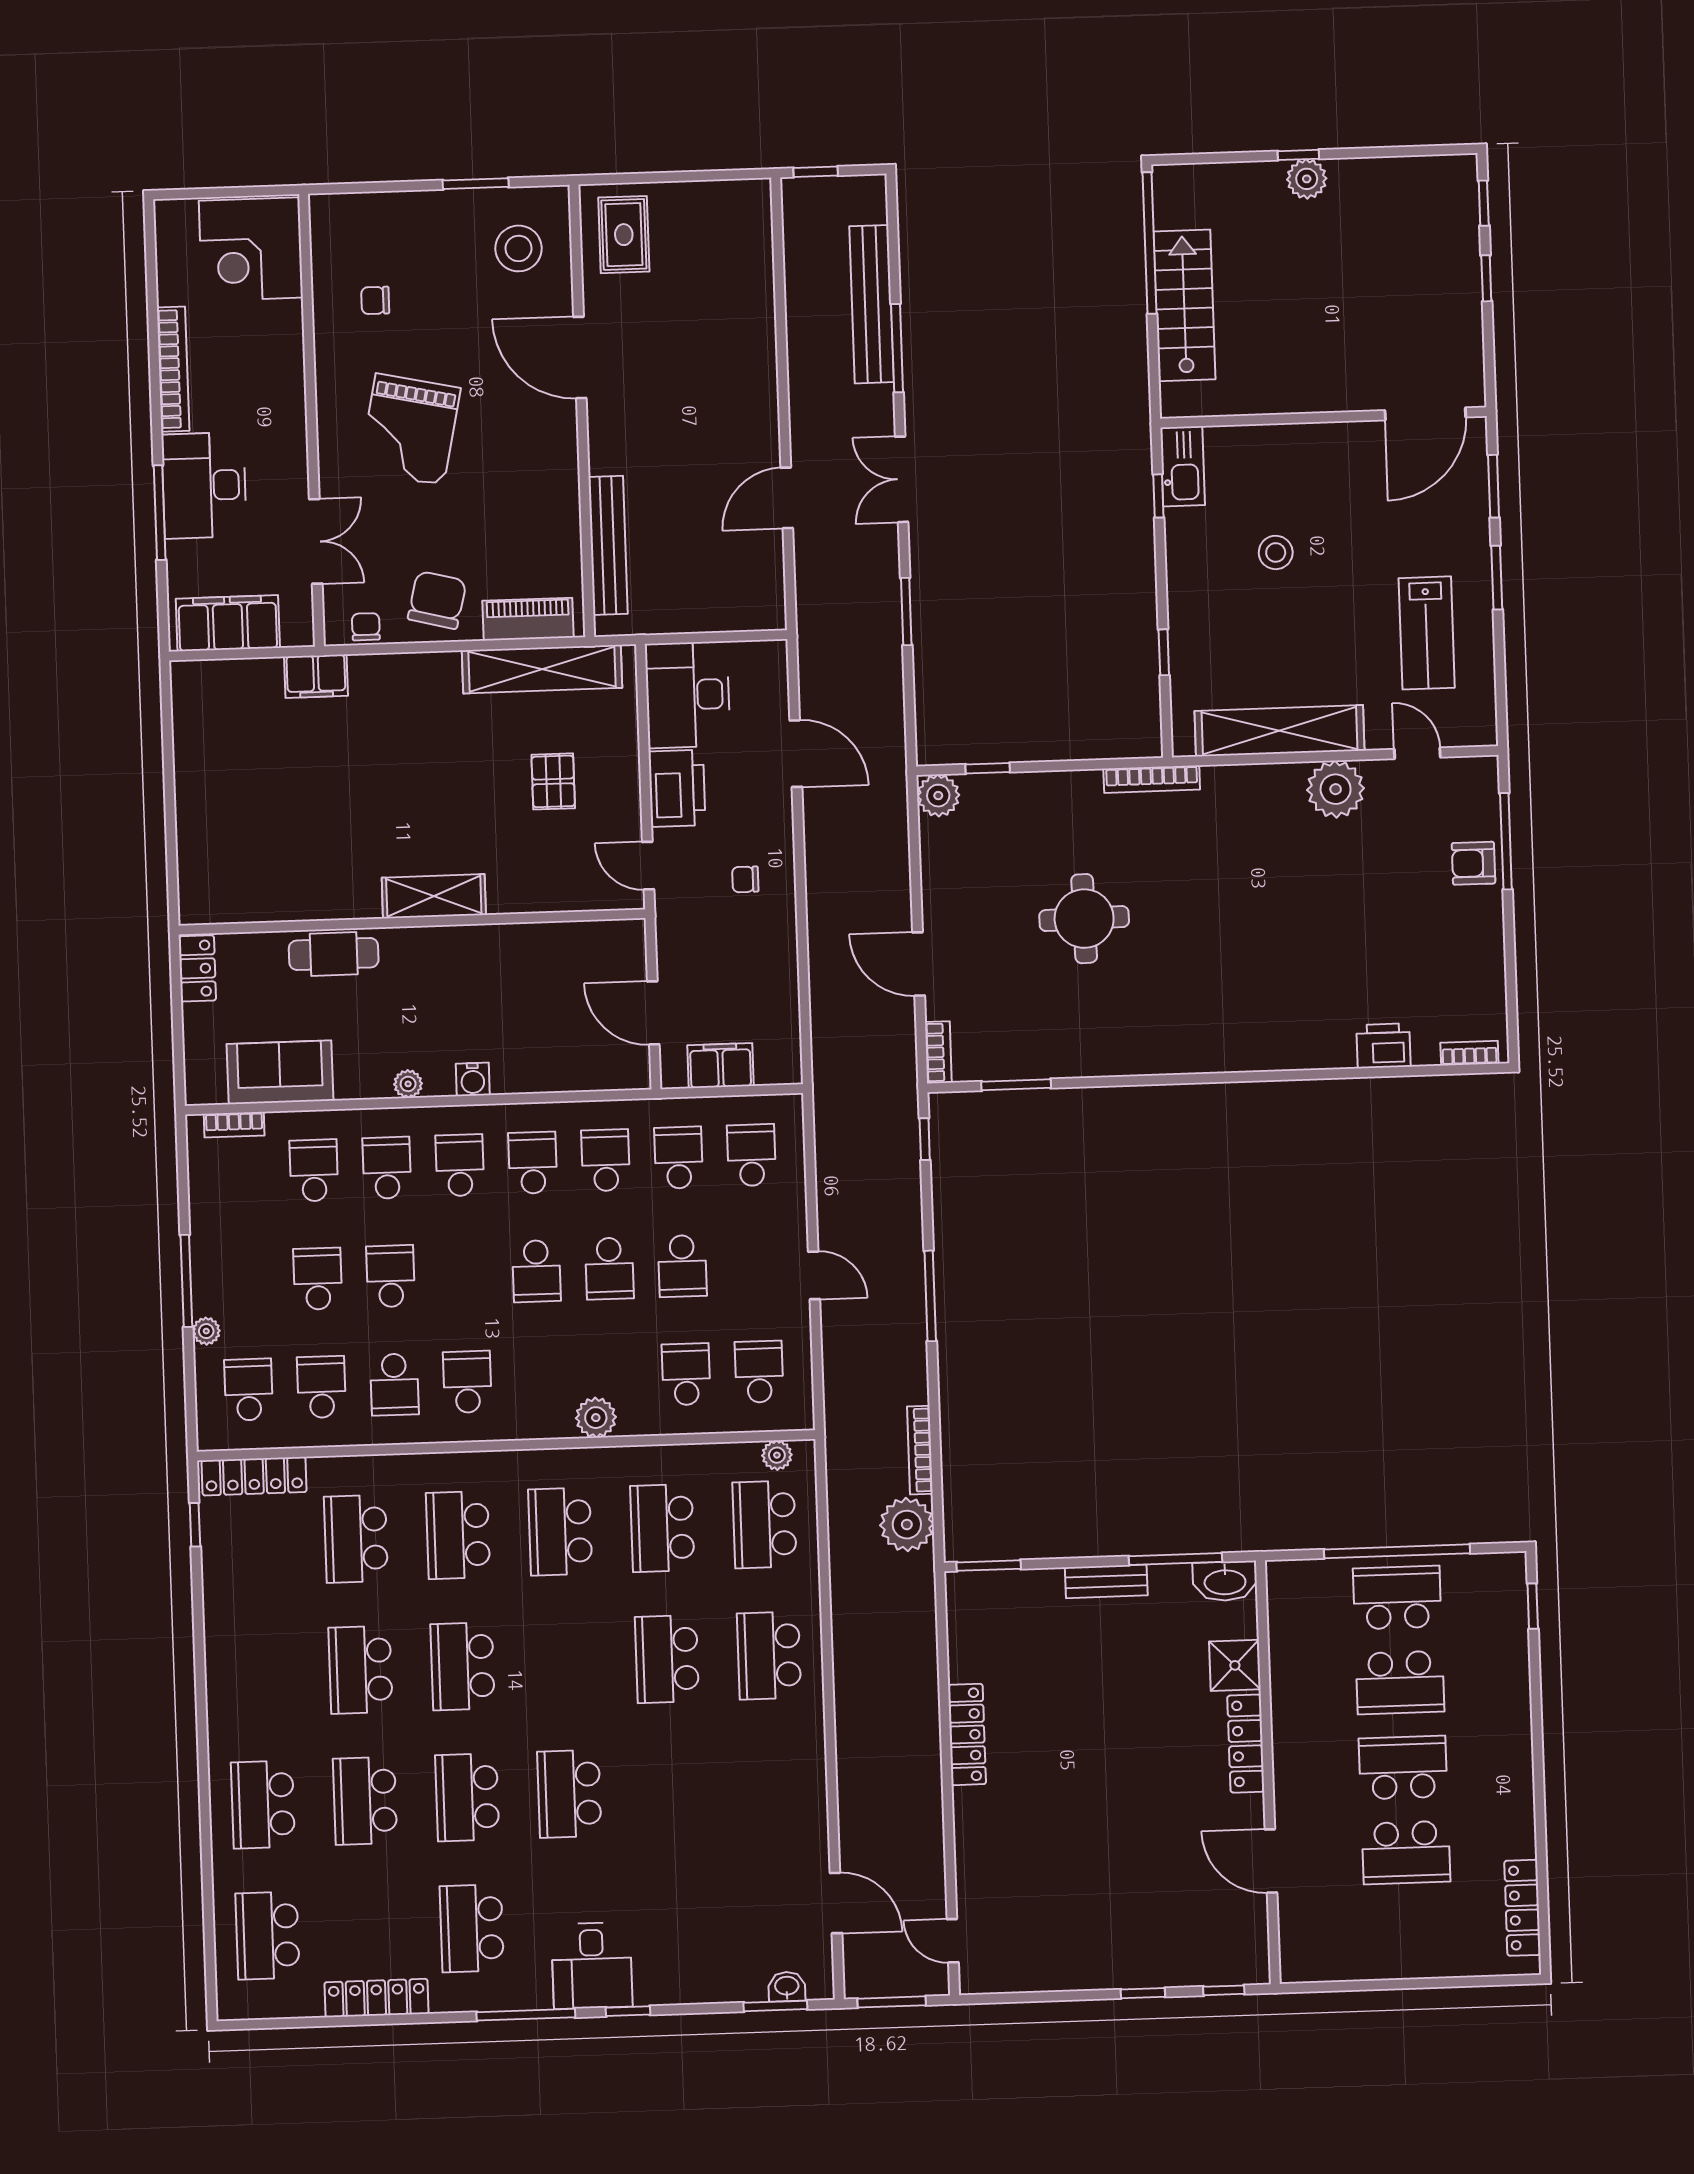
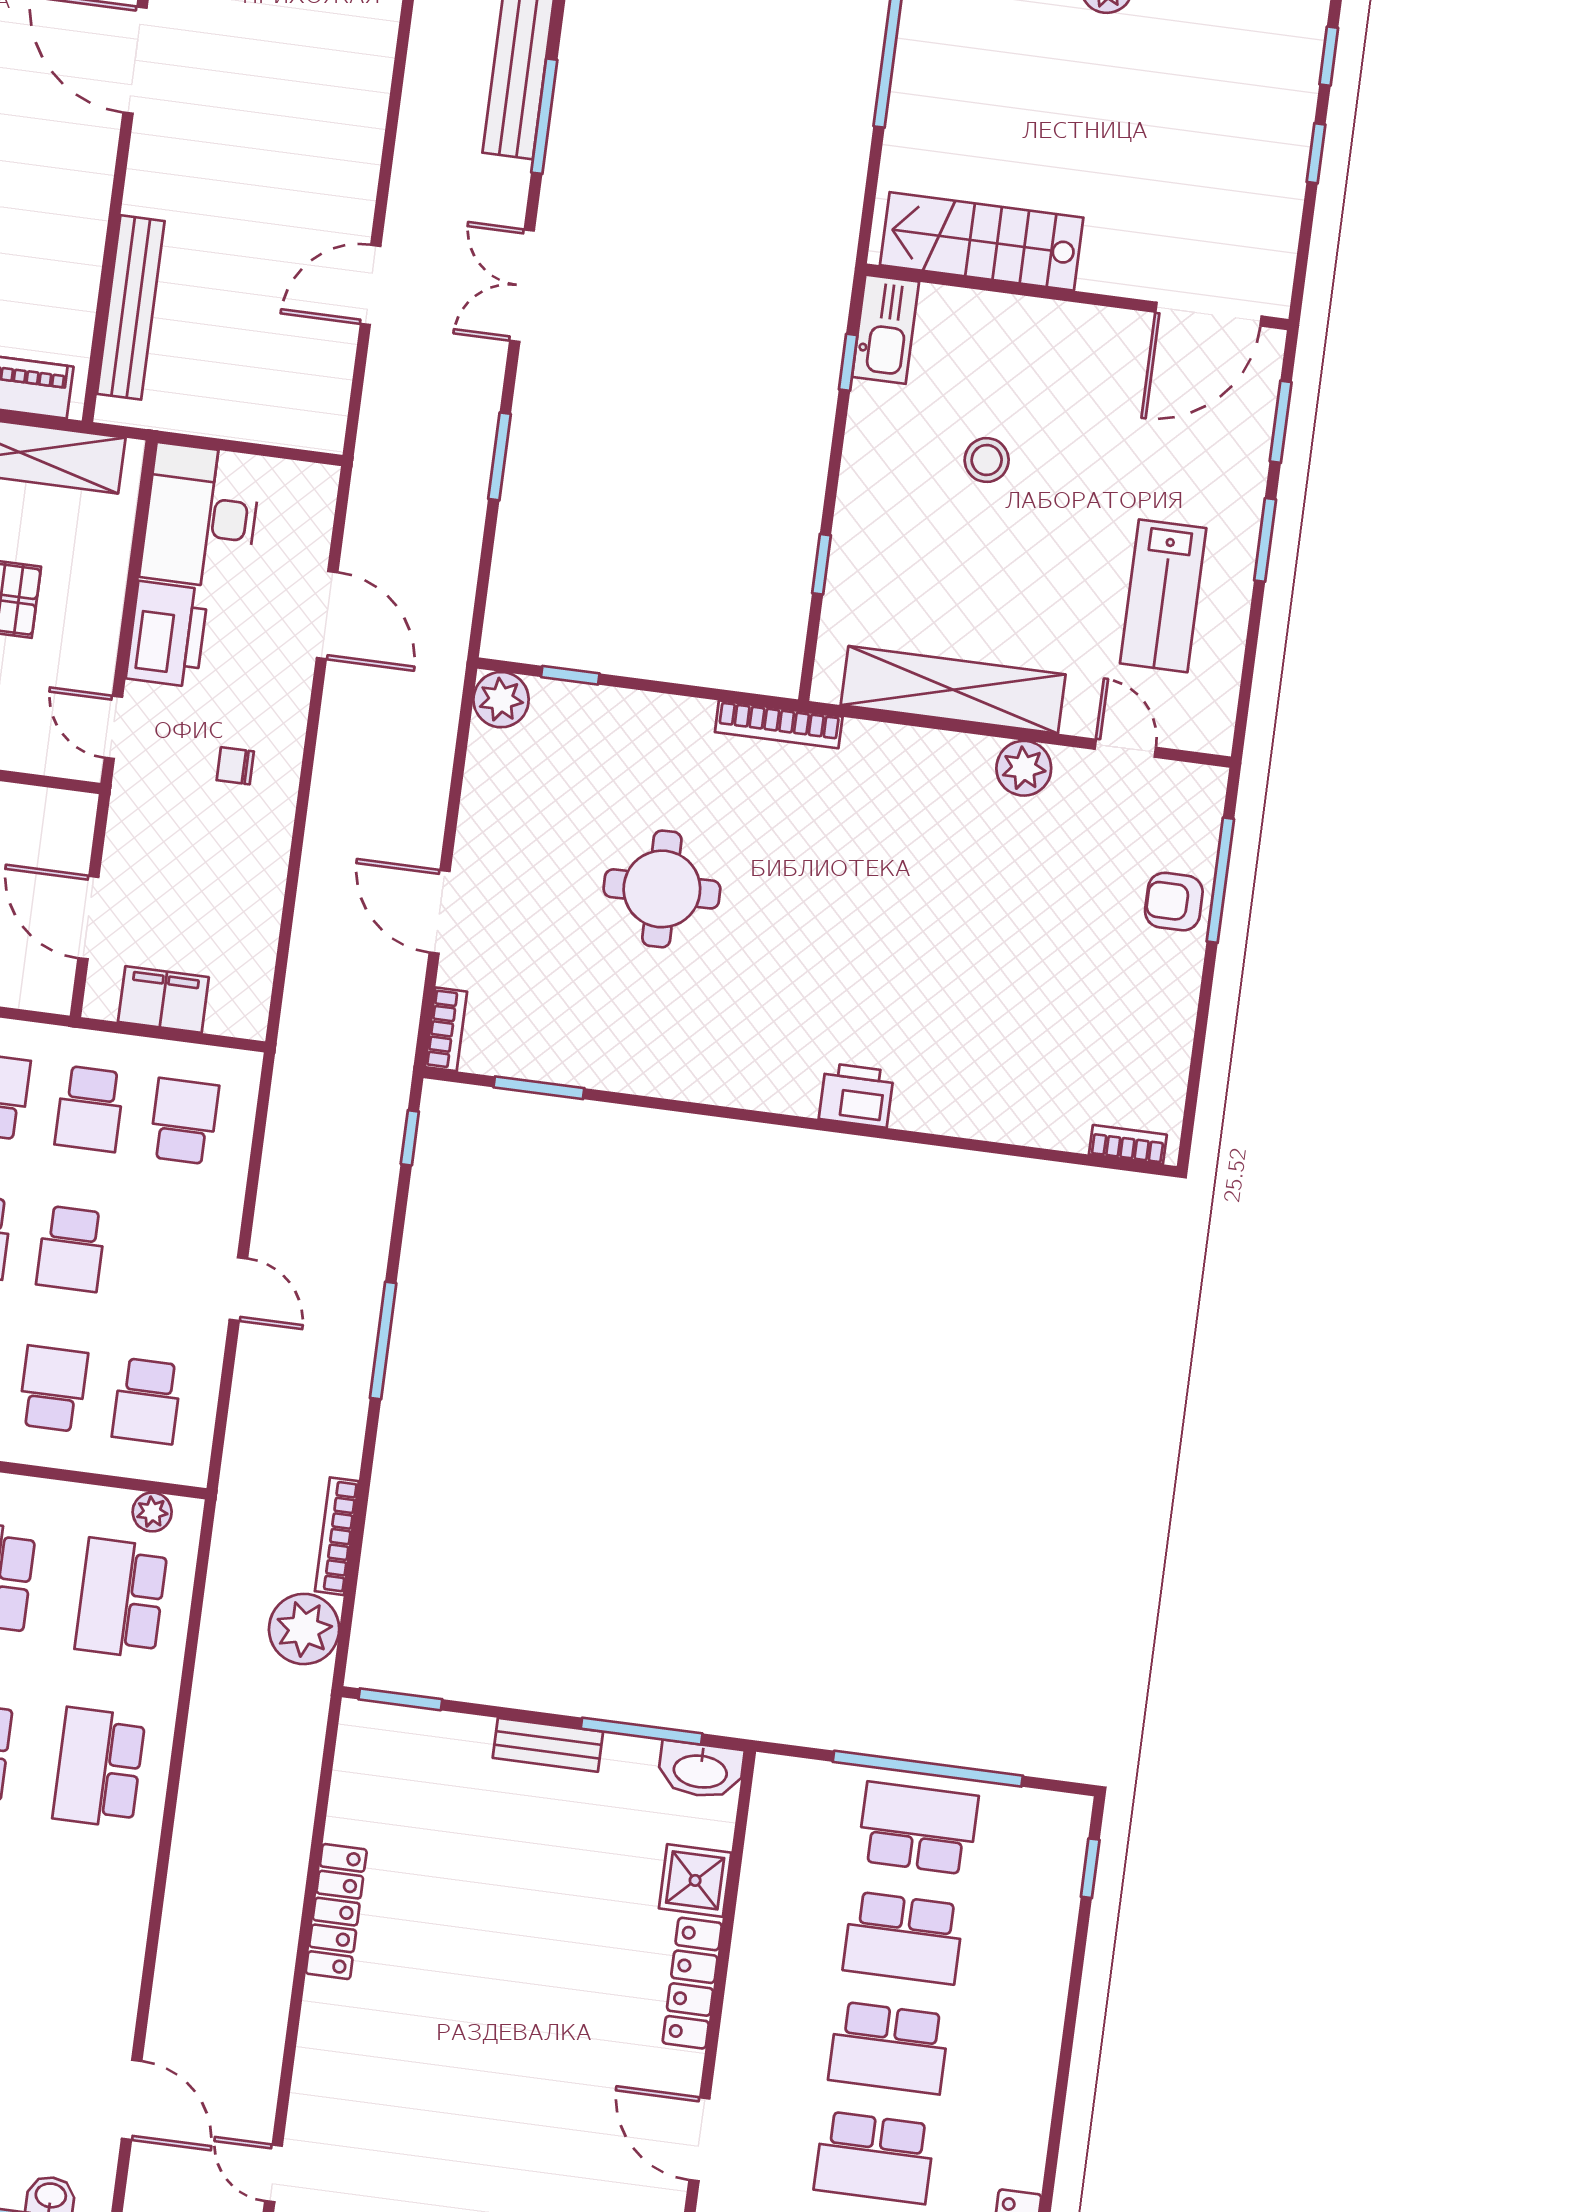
stairs: (1184, 305) -> (982, 241), moved, turned -90
plant: (1336, 789) -> (1024, 768), width x0.73, depth x0.73
printer: (1383, 1046) -> (856, 1095), moved
school desk: (679, 1158) -> (90, 1109), turned 180
school desk: (759, 1372) -> (147, 1401), turned 180
school desk: (1403, 1768) -> (889, 2048), turned 180

